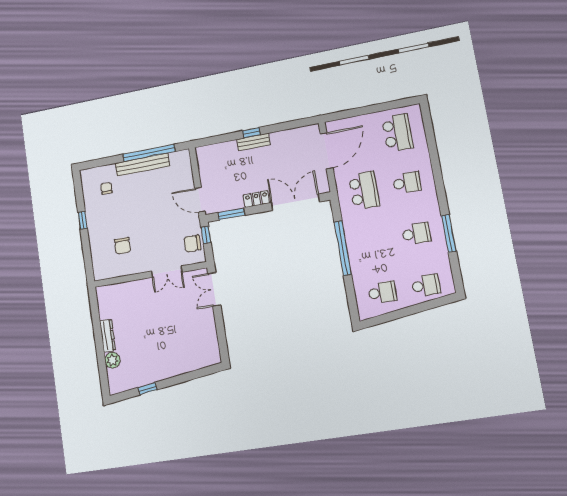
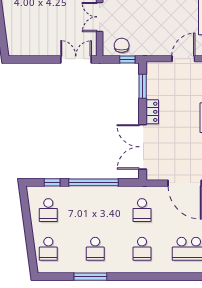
school desk: (364, 191) -> (142, 210), width x0.54
door: (200, 200) -> (183, 59), moved
double door: (295, 202) -> (143, 147), swing flipped
window: (351, 293) -> (52, 182), added

